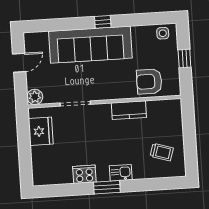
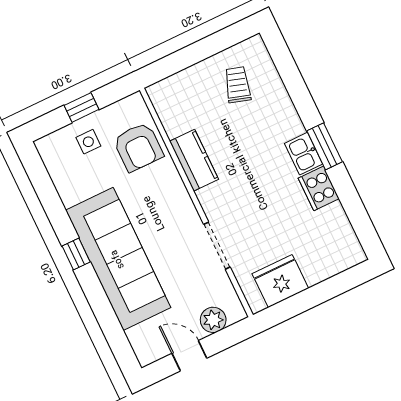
side table: (163, 33) -> (88, 142), moved
plant: (35, 97) -> (213, 320), moved
kitchen sink: (121, 173) -> (303, 154), moved

